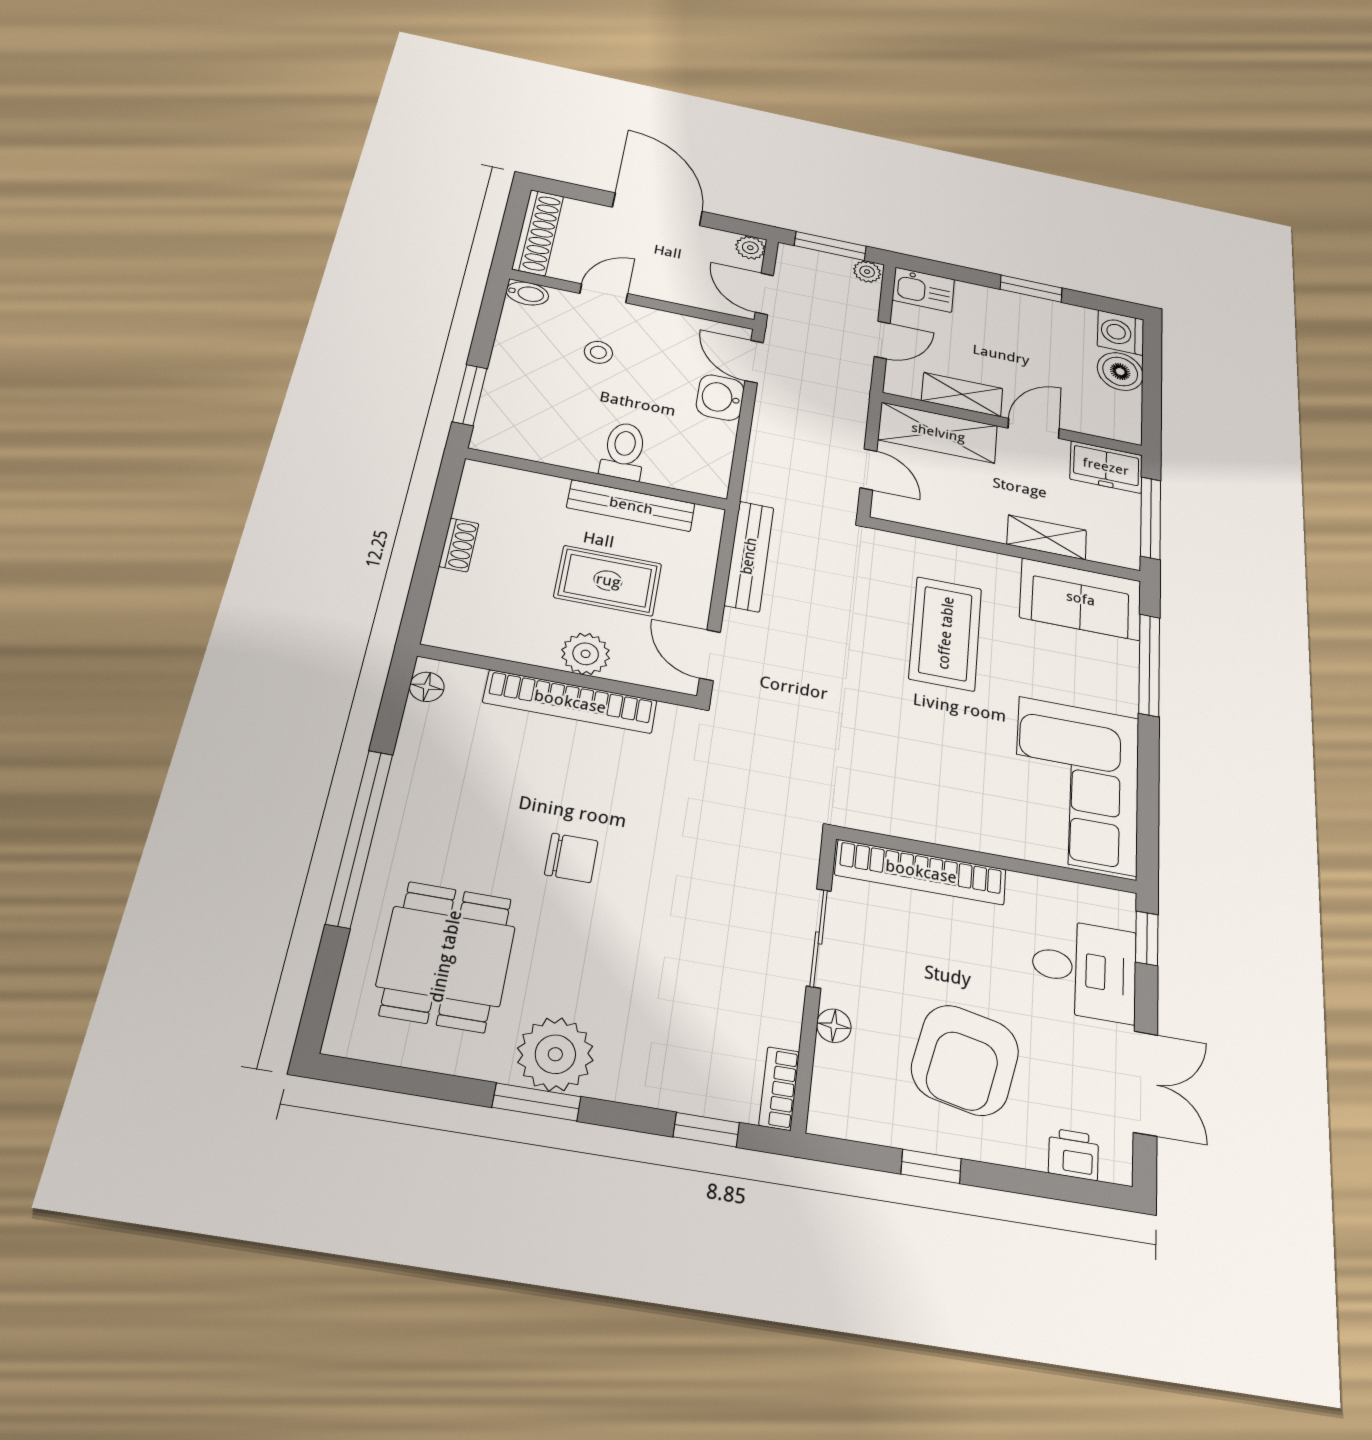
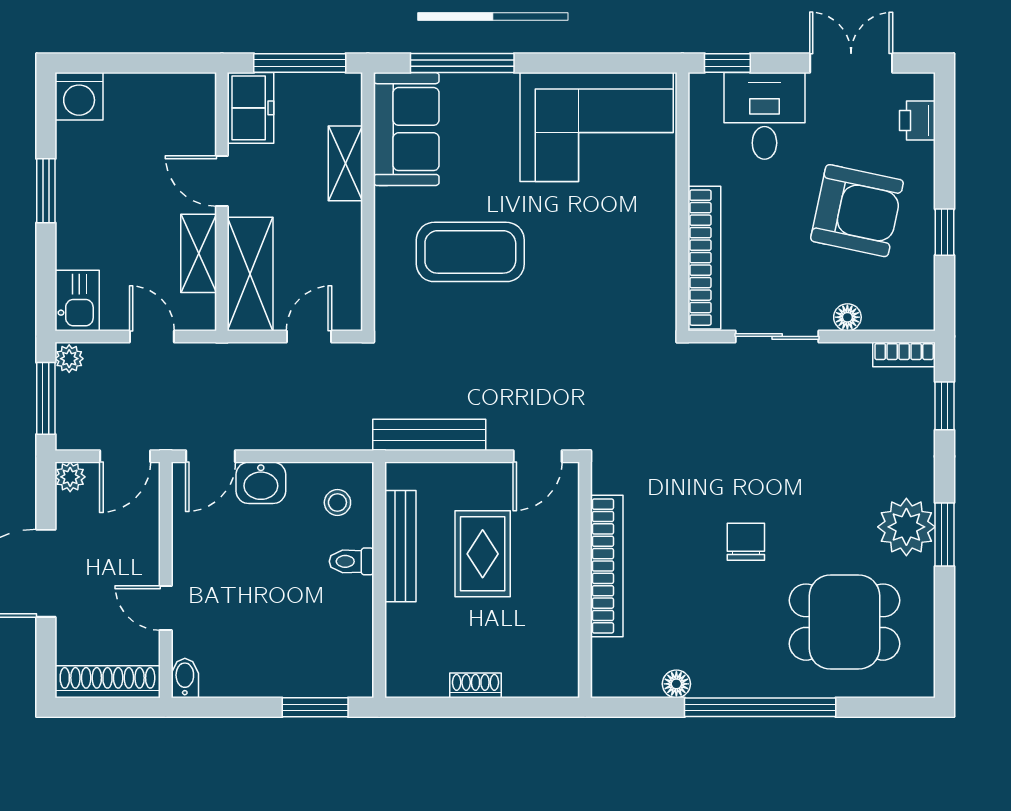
stool: (598, 352) -> (337, 502), moved
boiler: (1120, 371) -> (129, 96), removed
toilet: (624, 451) -> (351, 561), width x0.73, depth x0.72
plant: (586, 654) -> (559, 561), removed
floor lamp: (427, 687) -> (676, 684), moved

